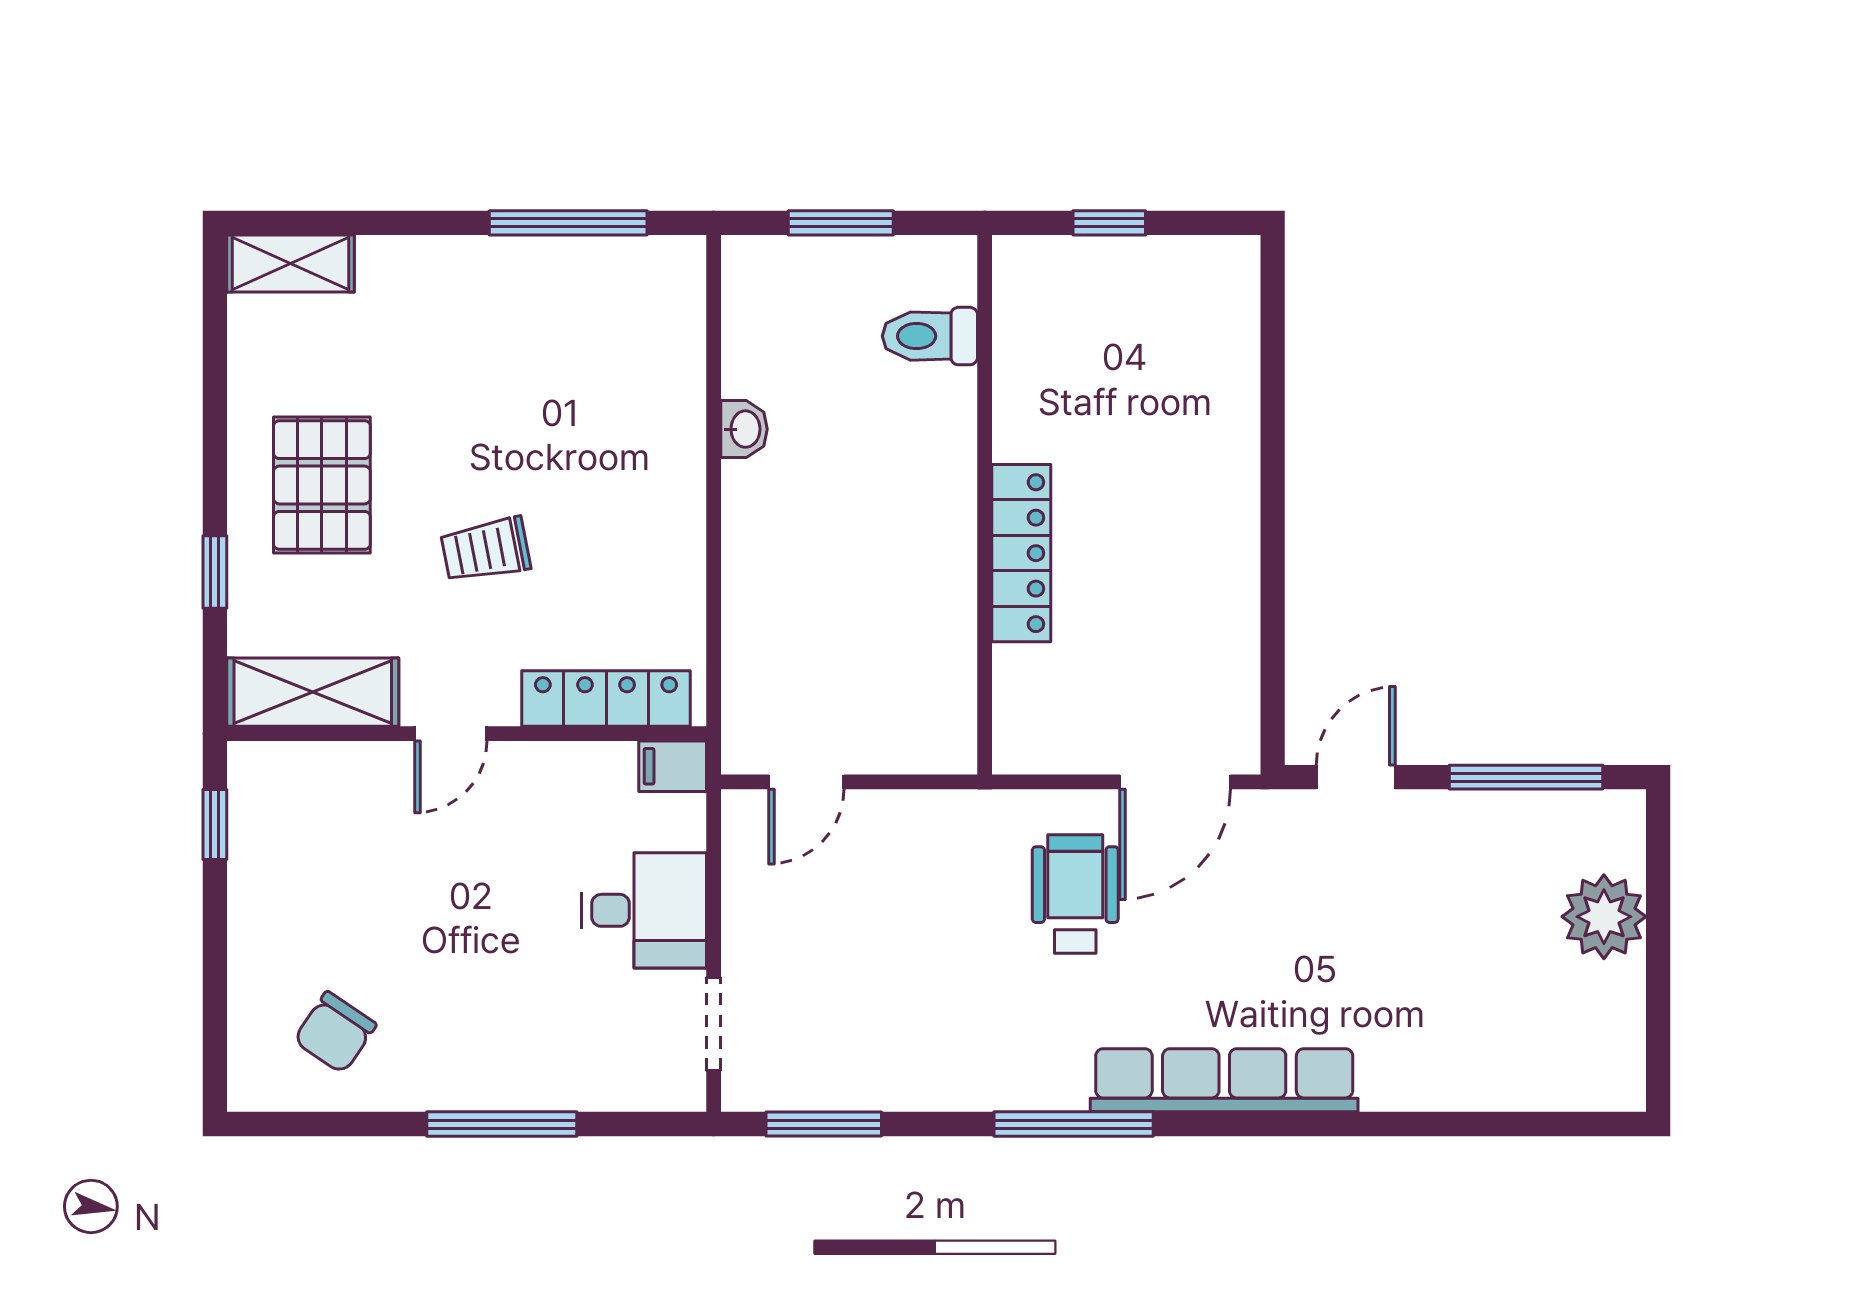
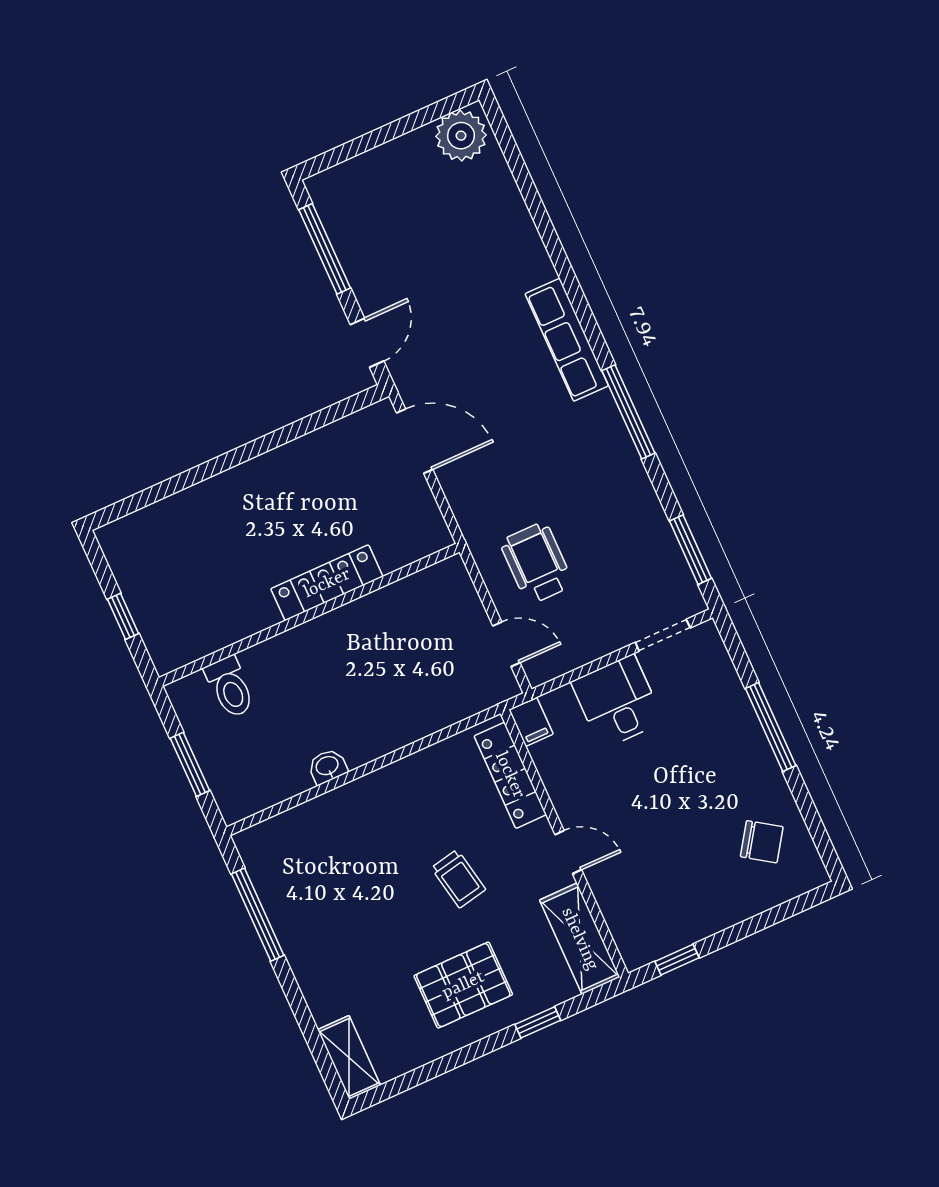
door: (1356, 777) -> (367, 343), swing flipped
wheelchair: (1075, 894) -> (537, 563), moved, turned 90
plant: (1604, 917) -> (461, 136), moved
row of seats: (1224, 1080) -> (567, 340), width x0.73

